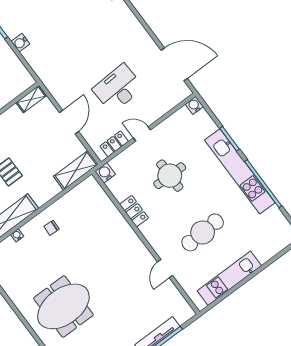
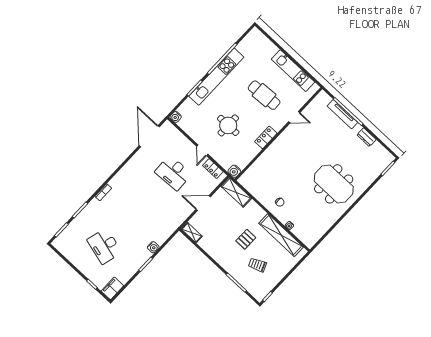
locker: (134, 211) -> (266, 137), moved

